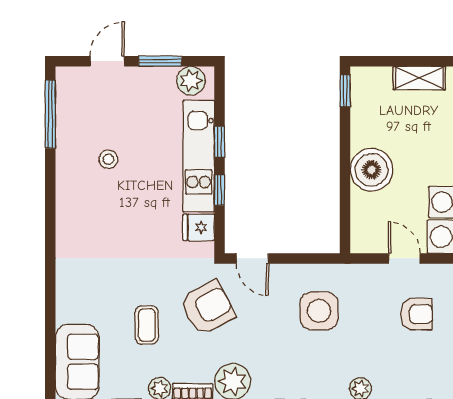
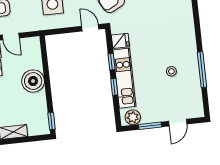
window: (50, 114) -> (202, 70), moved

